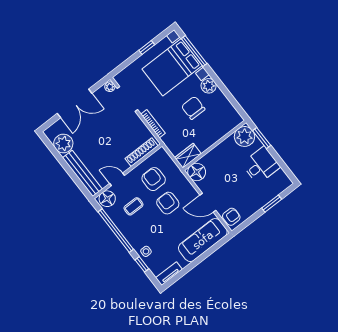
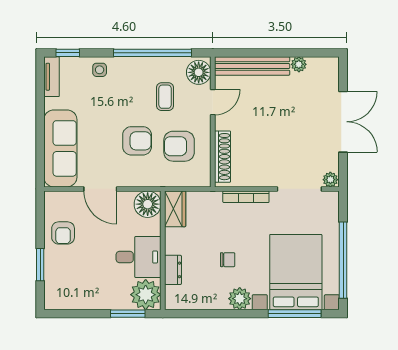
window: (147, 48) -> (343, 260), width x3.17
double door: (75, 103) -> (343, 122), swing flipped
chair: (193, 108) -> (228, 260), width x0.54, depth x0.54
dresser: (221, 132) -> (173, 270), added
plant: (63, 144) -> (299, 64), width x0.53, depth x0.53
desk: (261, 165) -> (139, 257), moved, turned -90
armchair: (154, 179) -> (179, 146), turned 180
door: (208, 203) -> (100, 189), swing flipped
armchair: (231, 217) -> (63, 233), moved
window: (142, 264) -> (68, 53), moved

